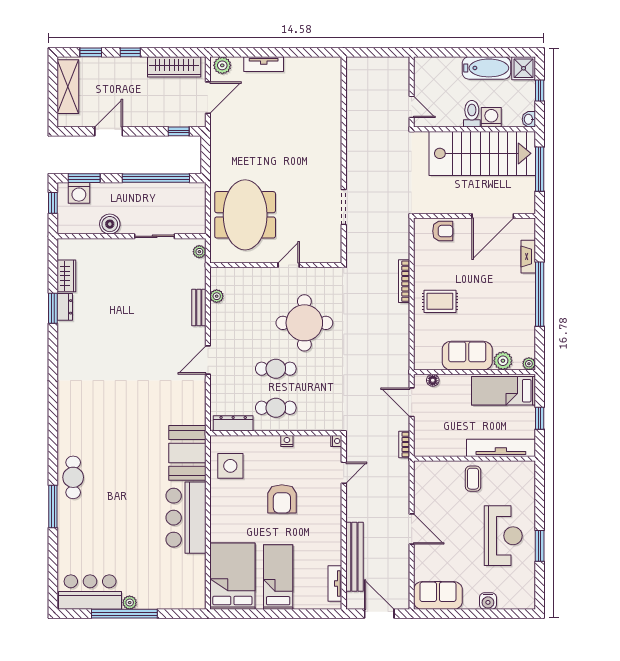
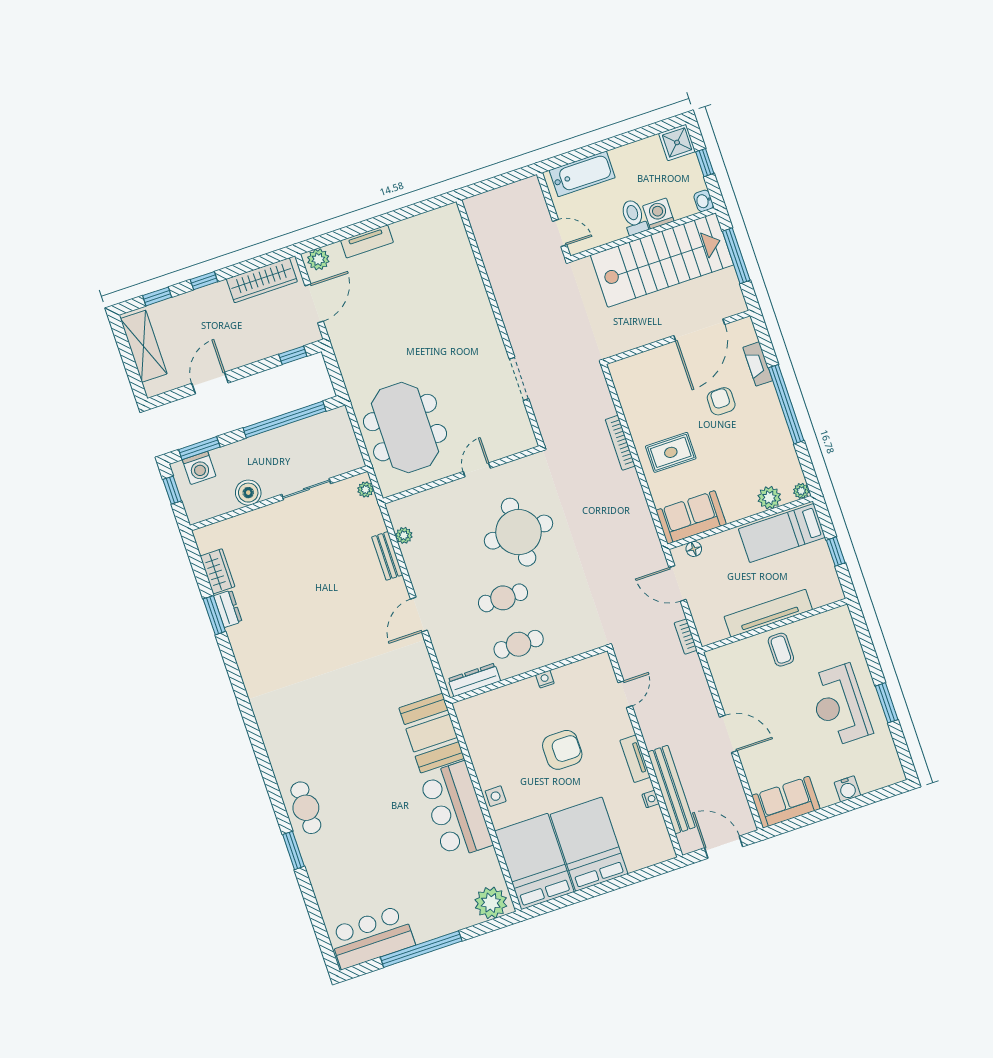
bathtub: (486, 68) -> (582, 174), moved
armchair: (443, 231) -> (721, 401), moved, turned -90
sofa: (467, 356) -> (691, 517), moved
nightstand: (336, 441) -> (651, 799), moved
tv unit: (501, 448) -> (768, 613), moved
side table: (230, 466) -> (496, 796), moved, width x0.54, depth x0.54
armchair: (282, 499) -> (562, 750), turned -90
window: (53, 507) -> (293, 850), width x0.69
reception desk: (503, 536) -> (840, 705), turned 180
bed: (278, 577) -> (589, 844), width x1.50
tv unit: (335, 584) -> (635, 759), moved
plant: (130, 603) -> (491, 903), moved, width x1.87, depth x1.87

